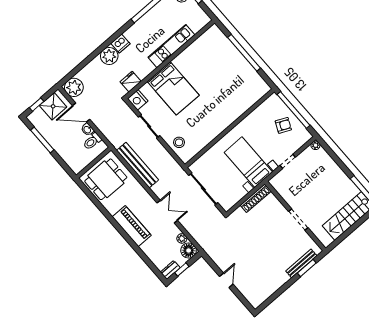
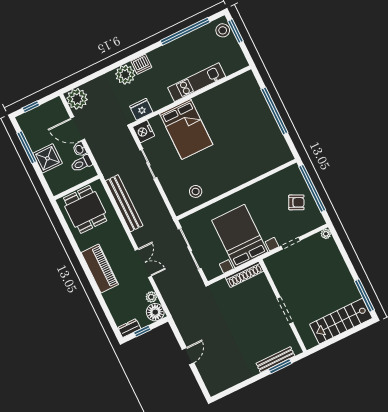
shower: (53, 106) -> (48, 158), moved
stool: (179, 142) -> (196, 191), moved
bed with nightstands: (248, 162) -> (240, 236), width x1.36
dining table: (106, 179) -> (85, 209), turned 90

